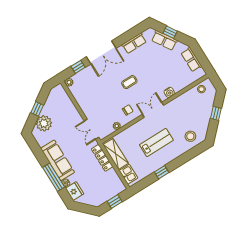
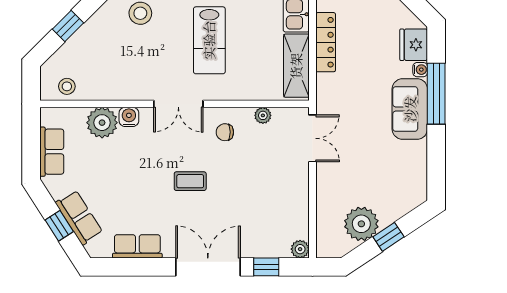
plant: (179, 84) -> (102, 123), added
plant: (44, 123) -> (361, 224), moved
lab bench: (156, 142) -> (209, 40), turned -90
locker: (102, 158) -> (326, 42), moved
sofa: (57, 160) -> (410, 109), width x0.73

